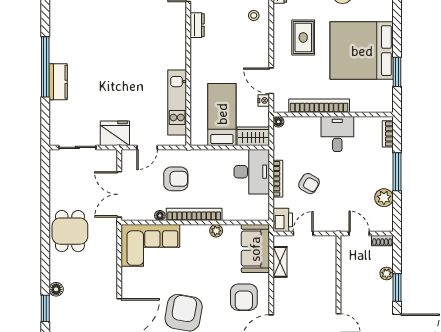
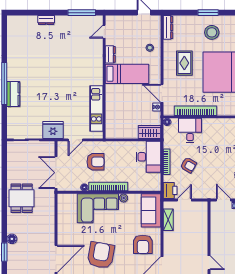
bed: (222, 114) -> (127, 74), moved, turned 90
desk: (337, 134) -> (190, 130), moved
corner sofa: (150, 245) -> (98, 208), moved

